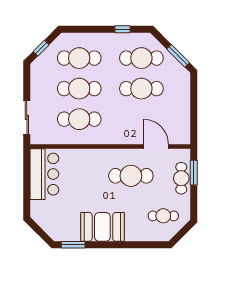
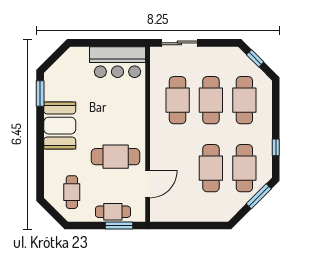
window: (178, 56) -> (259, 196), moved
cafe table: (131, 176) -> (116, 157), turned 90

